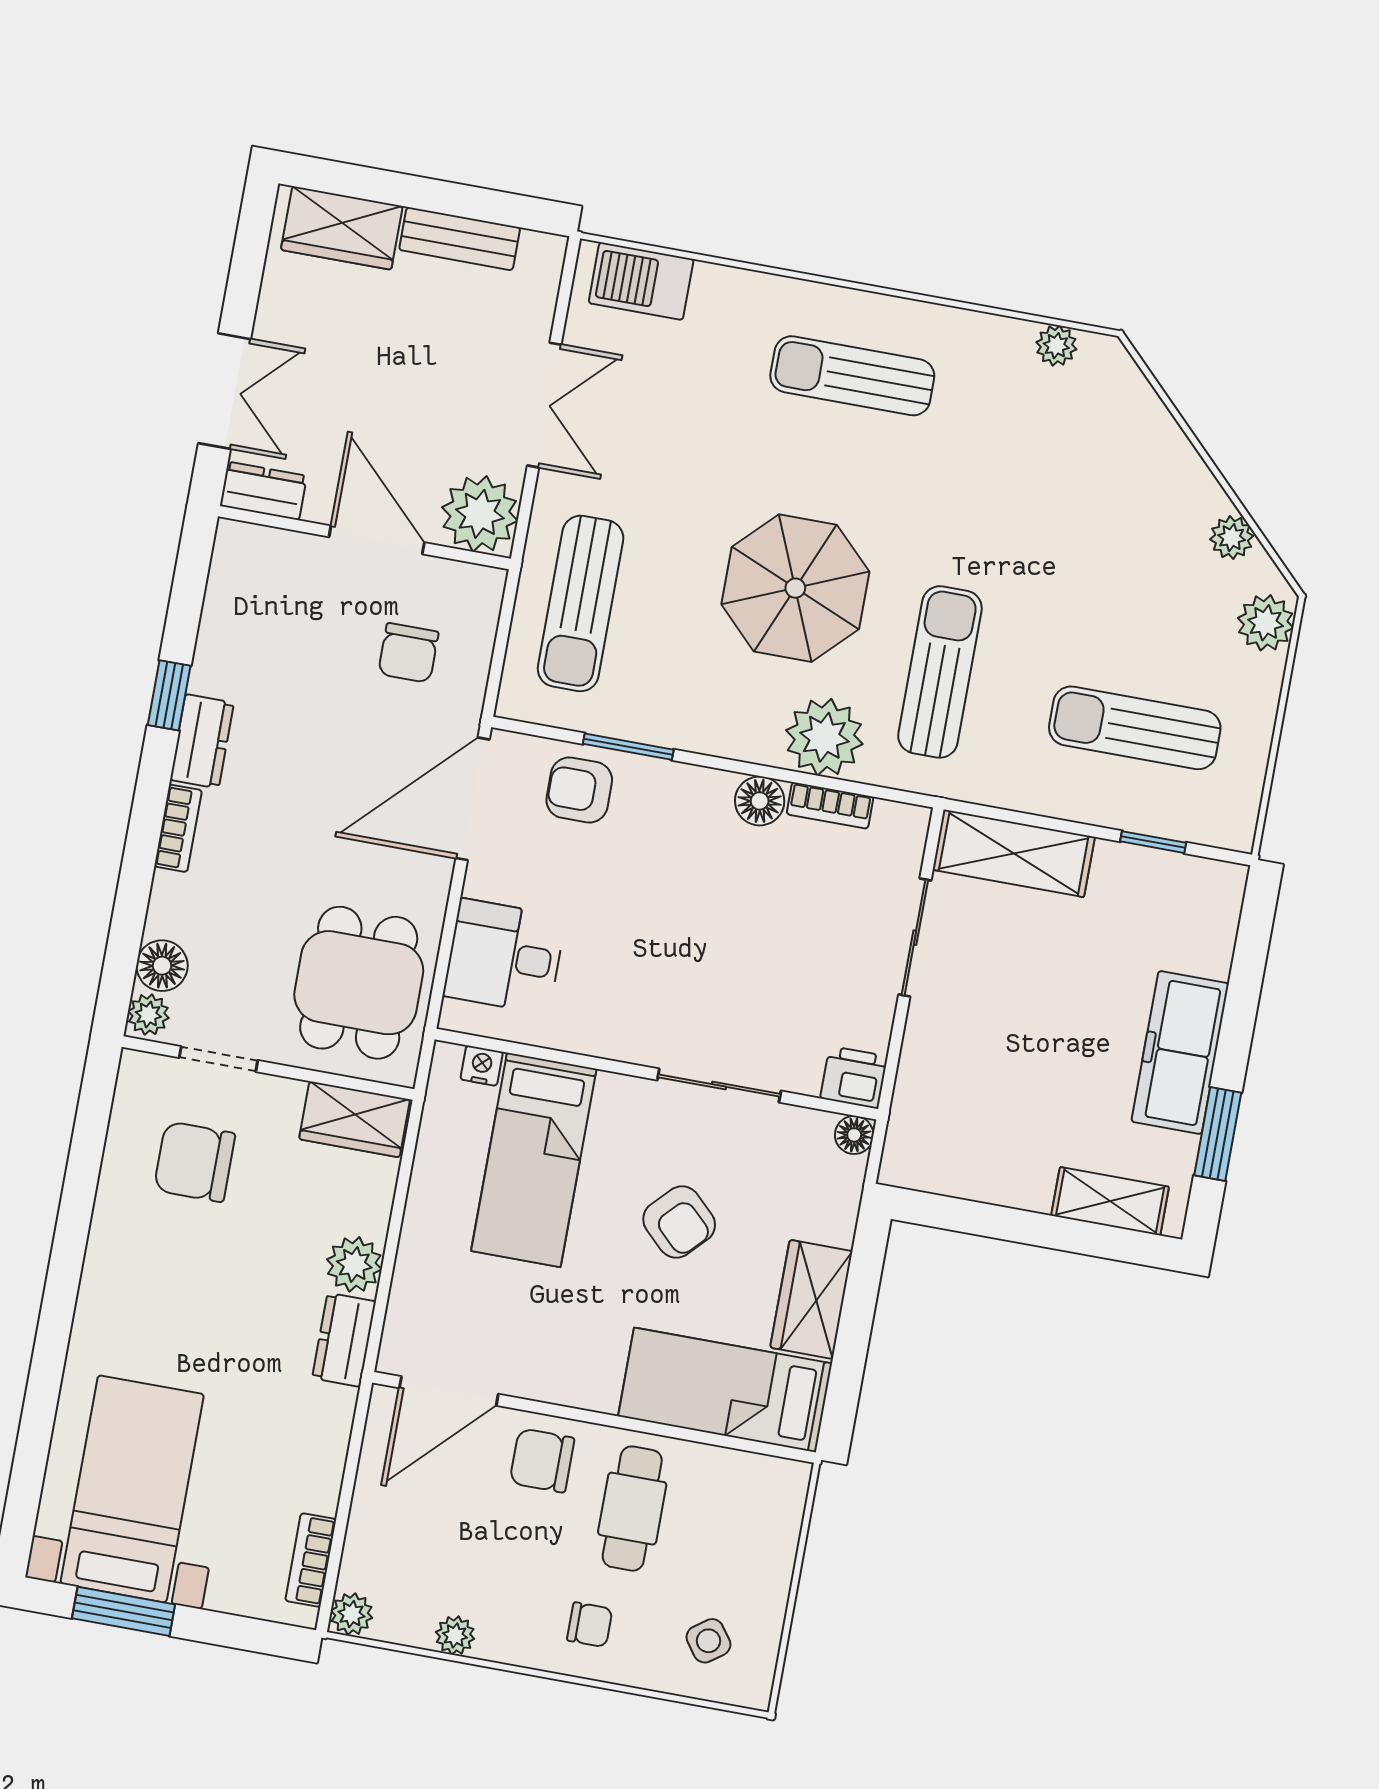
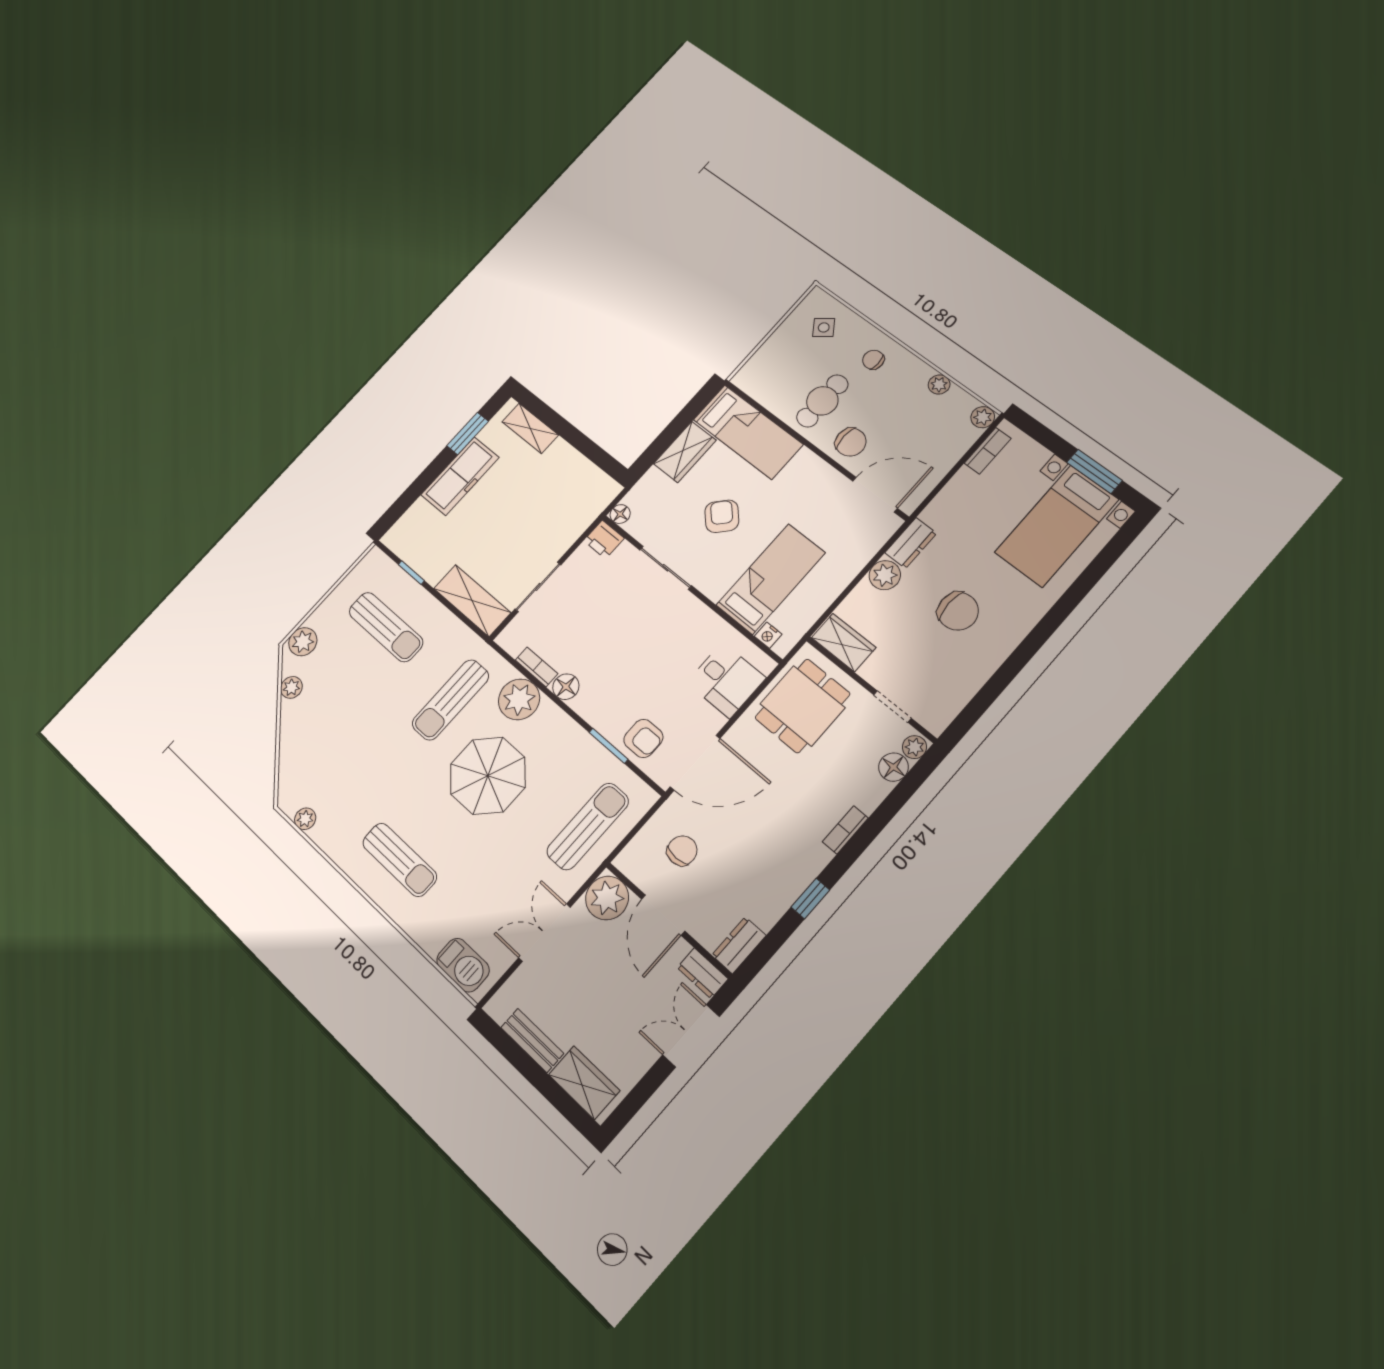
dresser: (202, 741) -> (739, 945), moved
chair: (195, 1162) -> (958, 611), moved

